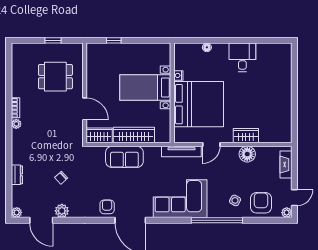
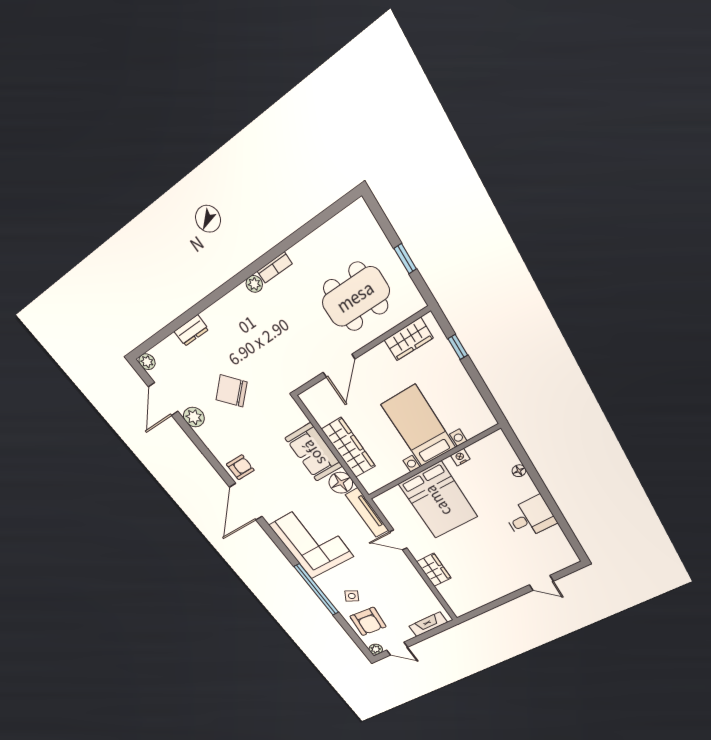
door: (294, 75) -> (541, 583), added
dining table: (55, 77) -> (356, 297), width x1.38
bed: (199, 104) -> (438, 500), width x0.73
wardrobe: (99, 135) -> (409, 339), moved, turned 90
floor lamp: (247, 154) -> (341, 483), moved
chair: (61, 178) -> (232, 391), width x1.87, depth x1.87
armchair: (261, 203) -> (368, 621), turned 95

